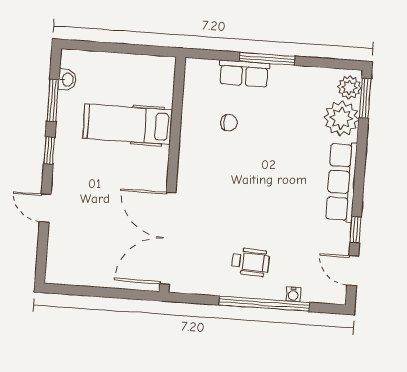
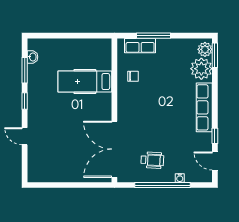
hospital bed: (128, 124) -> (85, 82), moved
wall: (172, 175) -> (114, 110), moved
double door: (168, 238) -> (114, 149), moved

